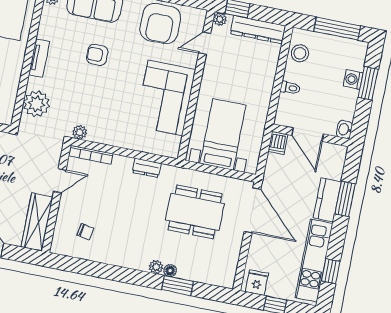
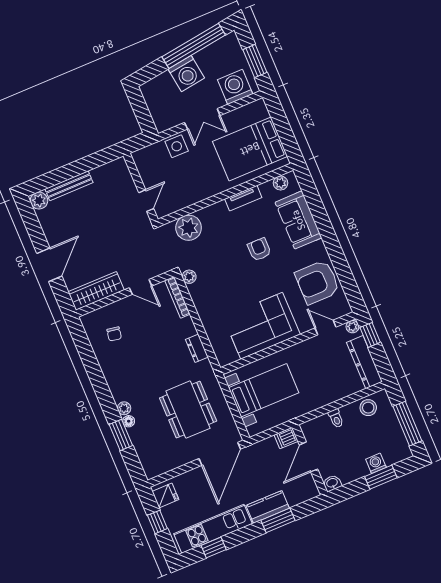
tv unit: (39, 58) -> (243, 198), moved

